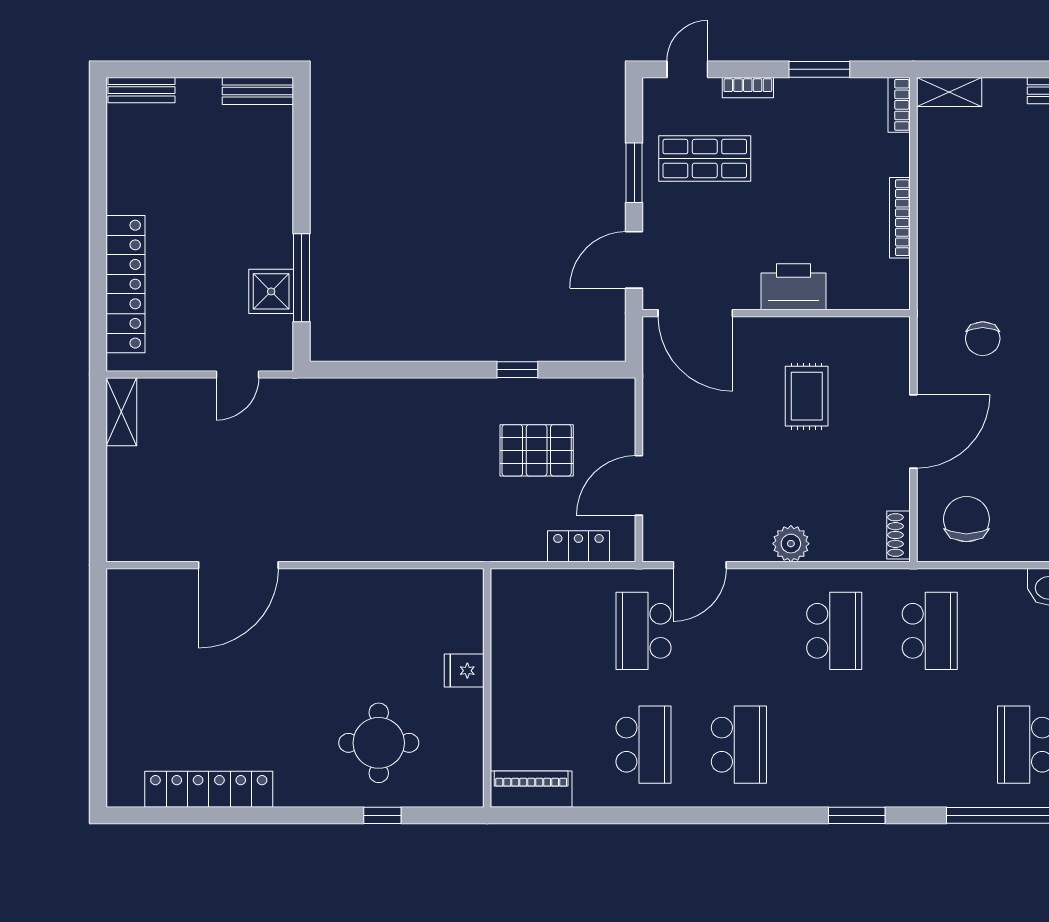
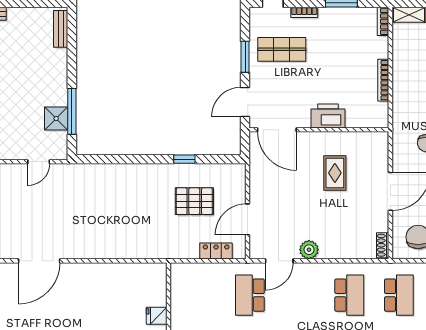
bench: (258, 91) -> (61, 29), moved, turned 90
plant: (791, 544) -> (309, 250), moved

